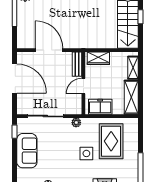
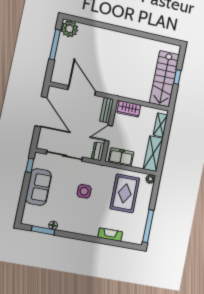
dresser: (77, 106) -> (98, 151), added
plant: (76, 123) -> (150, 179), moved
side table: (86, 153) -> (84, 191), moved

